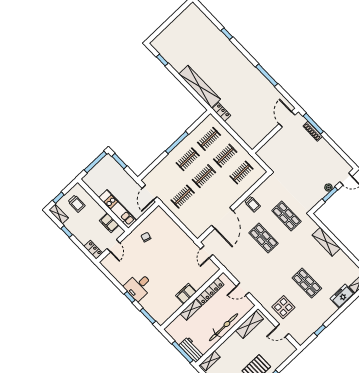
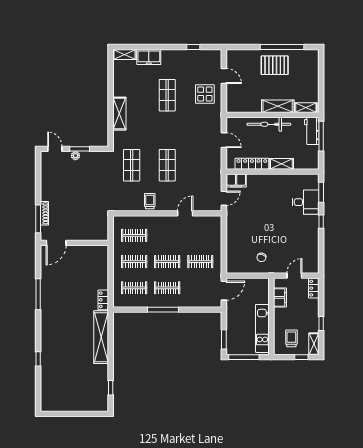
kitchen unit: (118, 209) -> (262, 328), moved
door: (222, 218) -> (185, 213), width x0.53
desk: (139, 286) -> (306, 202), moved
filing cabinet: (186, 294) -> (236, 181), moved
shelving: (249, 325) -> (278, 106), moved

